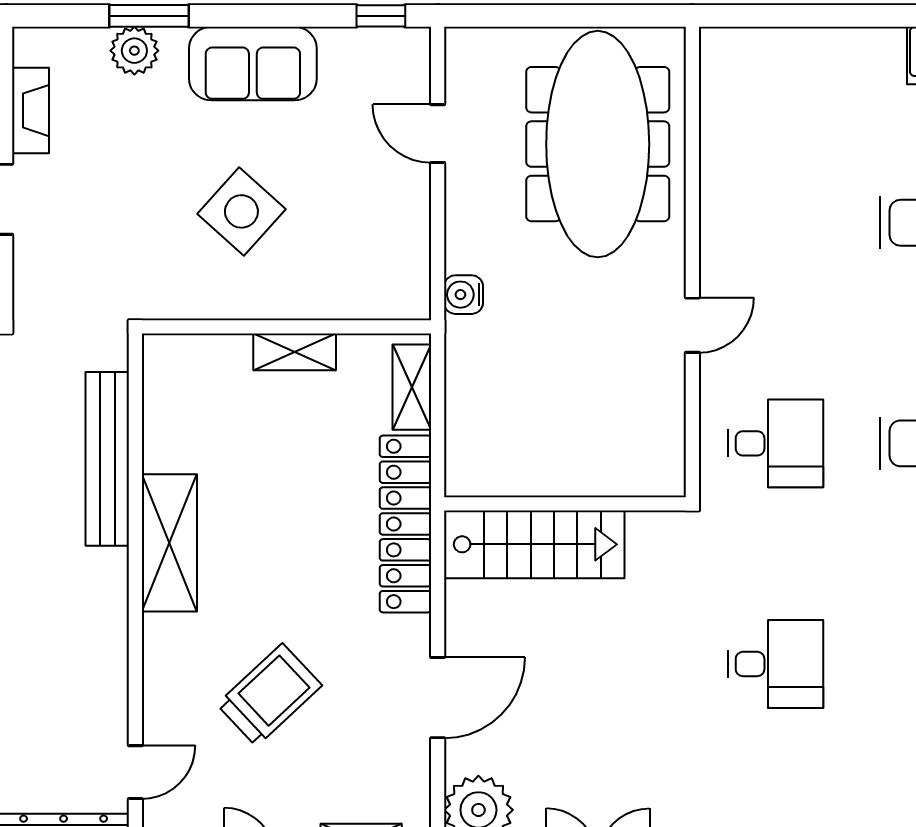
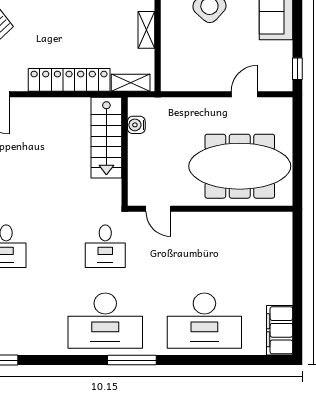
water cooler: (464, 295) -> (136, 125), moved, turned -90
wall: (565, 504) -> (125, 151), moved
stairs: (534, 544) -> (106, 138), moved

